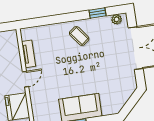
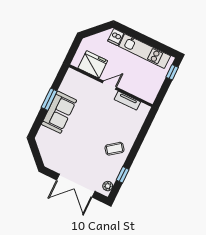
door: (26, 79) -> (109, 85), swing flipped

